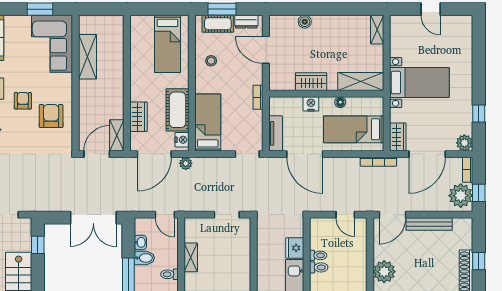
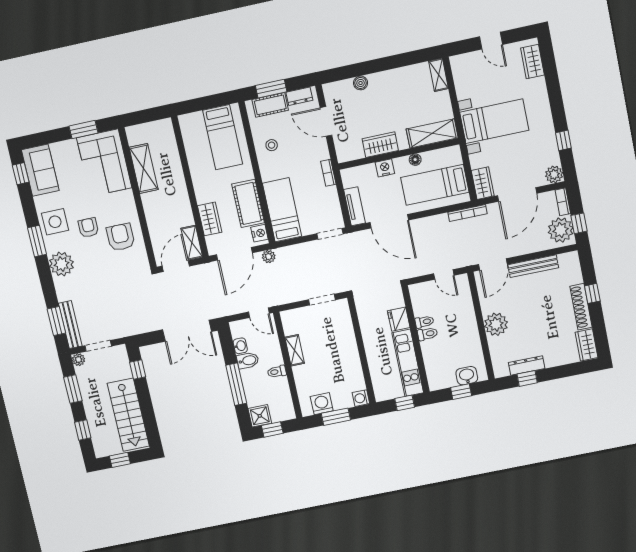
wardrobe: (464, 36) -> (532, 62), added

